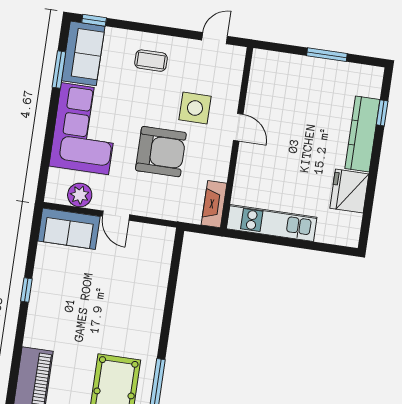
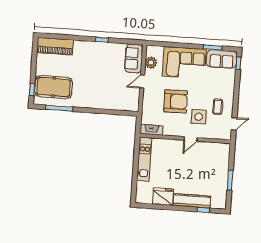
door: (215, 38) -> (234, 124), hinge flipped
coffee table: (151, 61) -> (218, 107), moved
armchair: (161, 152) -> (176, 101), turned -91

